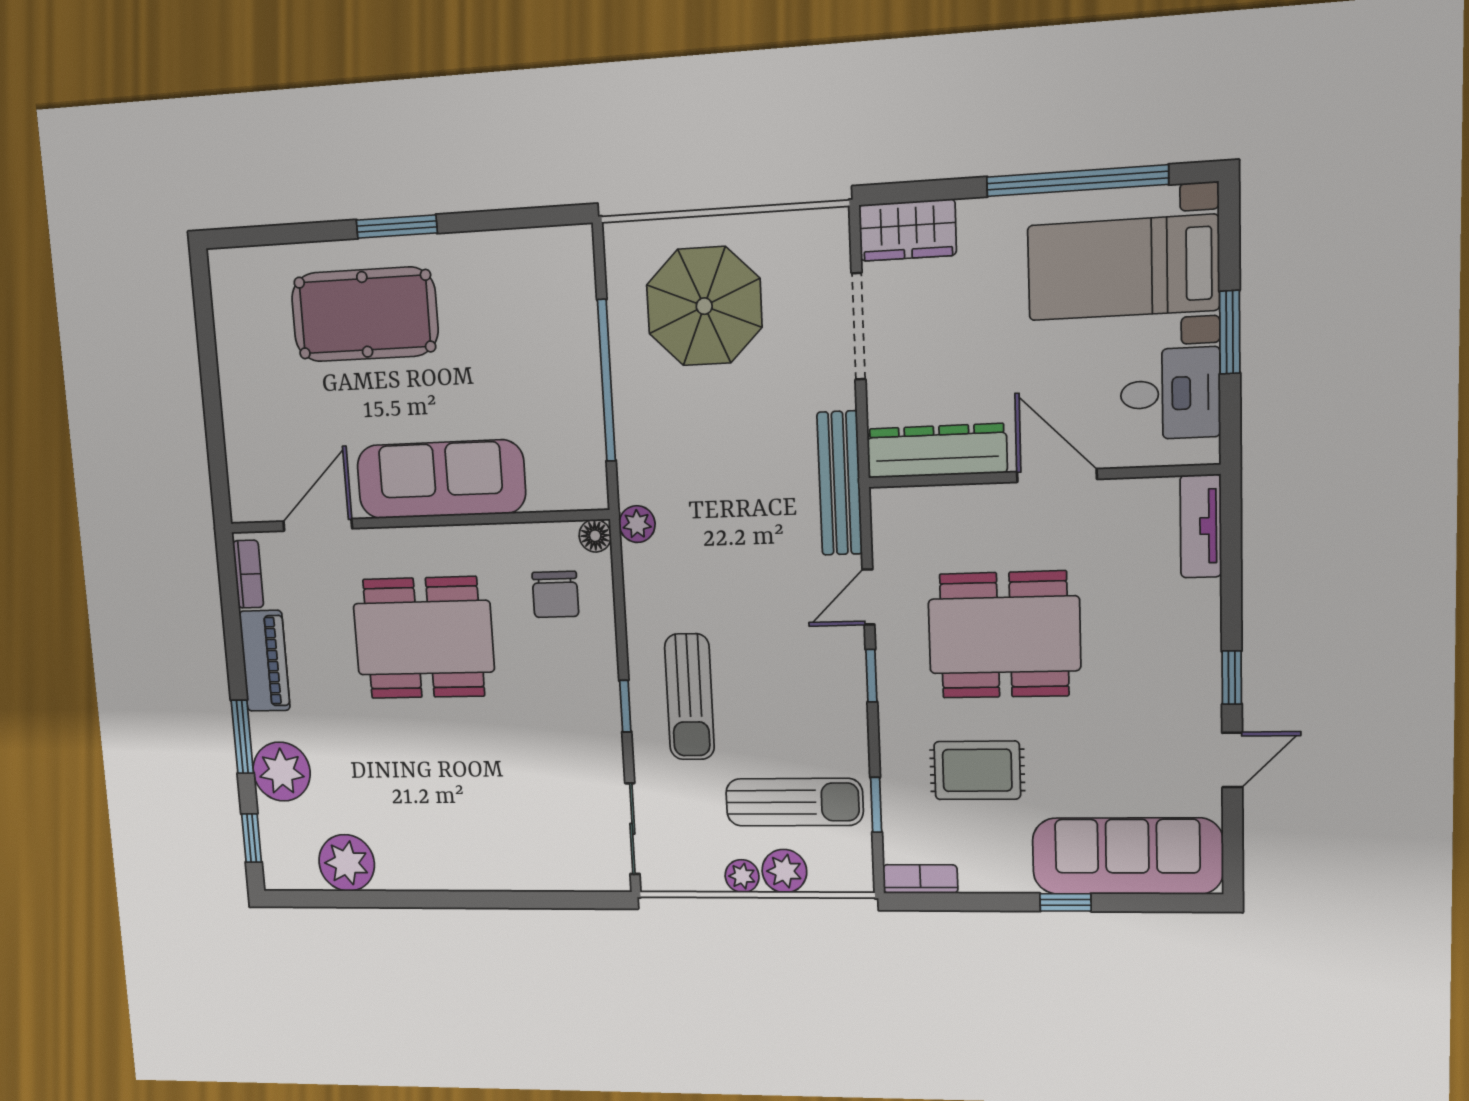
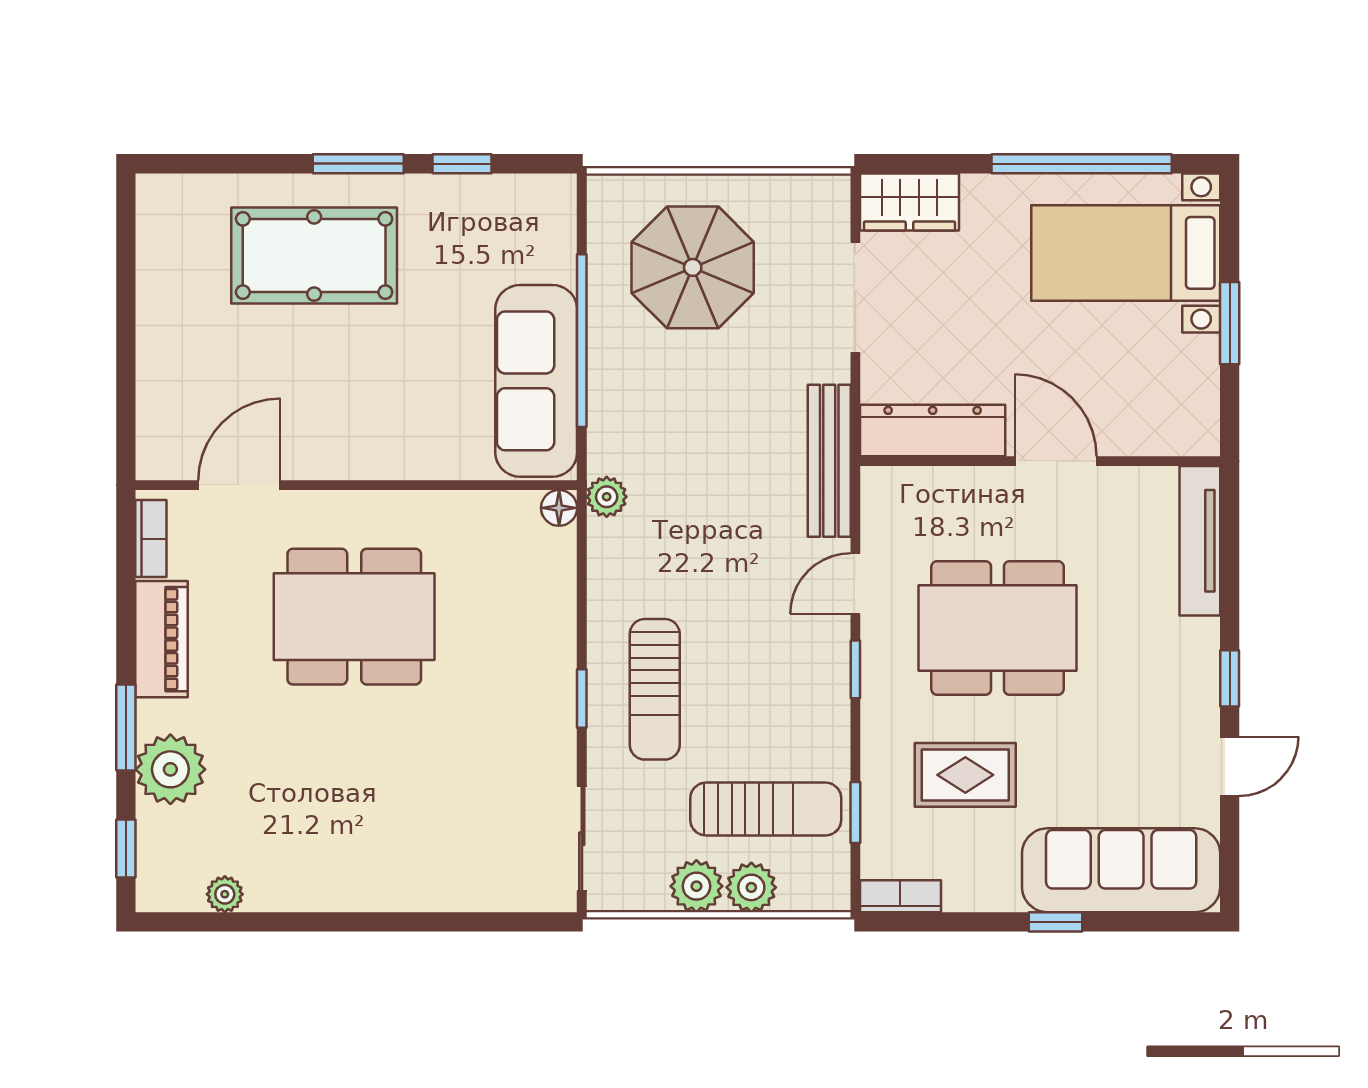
window: (488, 220) -> (462, 164), added
desk: (1170, 394) -> (1171, 382), removed
sofa: (441, 479) -> (536, 381), moved, turned -90
tv unit: (1201, 526) -> (1200, 541), width x1.41
chair: (555, 594) -> (510, 572), removed
plant: (347, 863) -> (225, 894), width x0.53, depth x0.53
plant: (742, 876) -> (696, 886), width x1.38, depth x1.38

